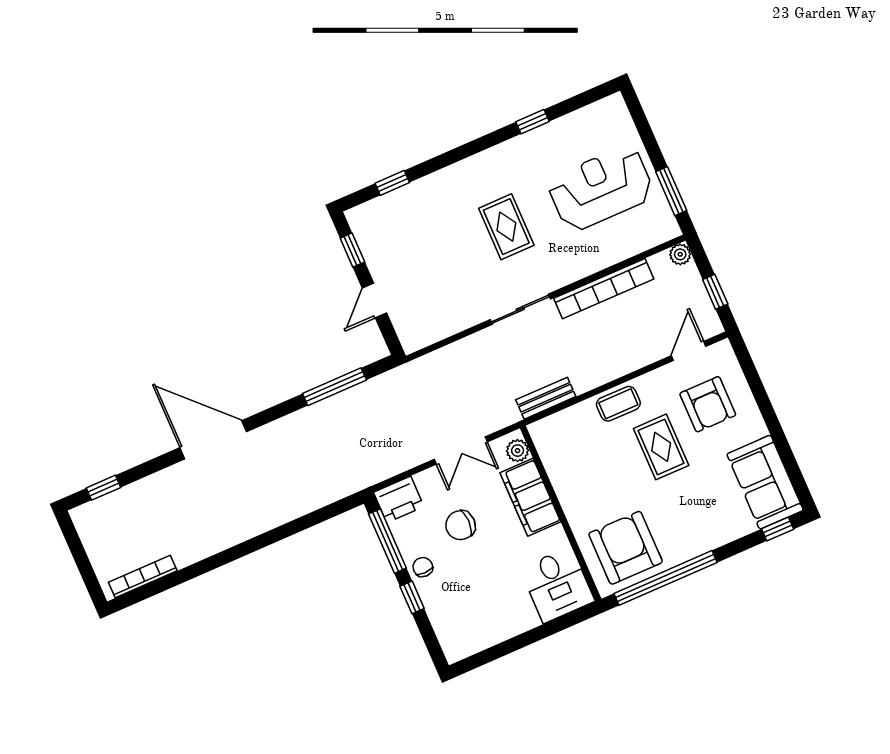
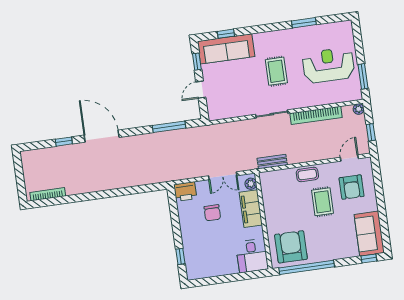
window: (533, 122) -> (304, 23), width x1.50
sofa: (401, 211) -> (226, 49), added
window: (103, 488) -> (64, 142), moved
chair: (461, 525) -> (212, 213), turned -90
window: (387, 541) -> (174, 211), removed
chair: (423, 567) -> (188, 228), removed
window: (412, 597) -> (180, 256), moved

